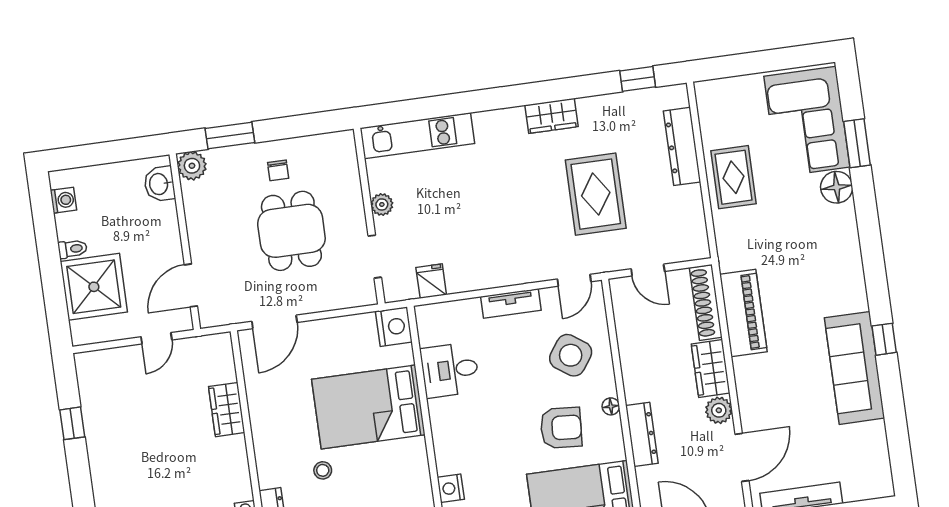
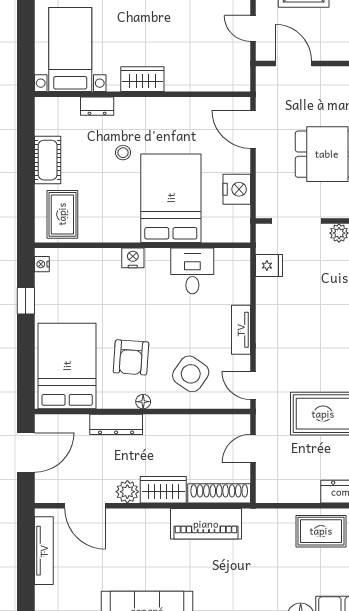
doorway: (375, 257) -> (296, 221), width x1.38
nightstand: (394, 327) -> (237, 189), moved, turned -90
wardrobe: (227, 410) -> (142, 79), moved
nightstand: (451, 488) -> (133, 258), moved

